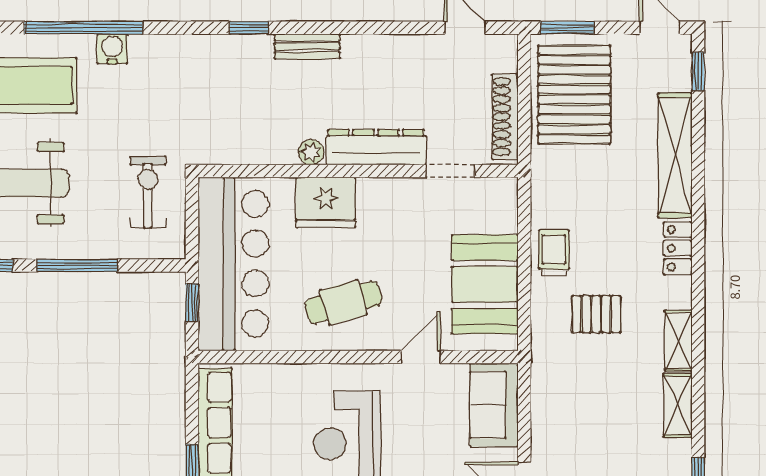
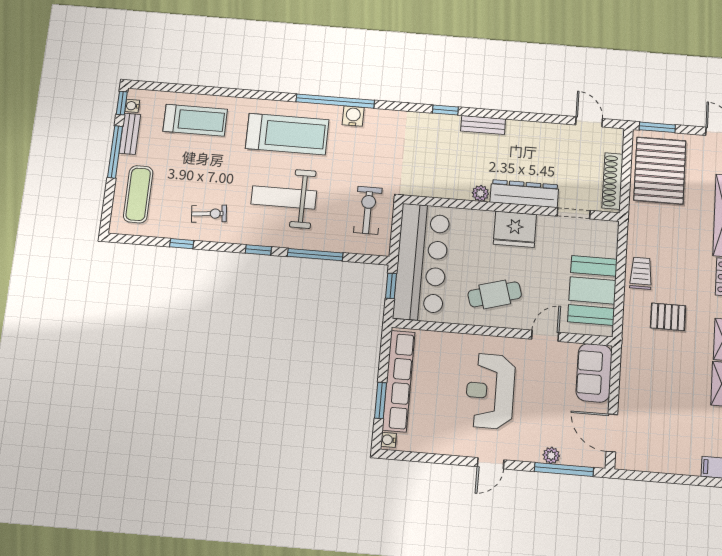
fridge: (326, 202) -> (515, 229), moved

